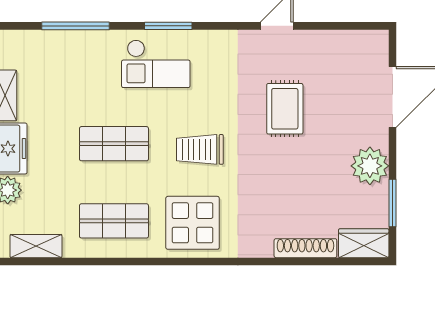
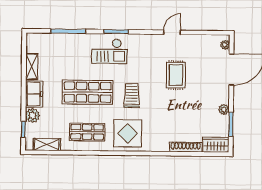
plant: (380, 49) -> (225, 45), added
shop shelf: (114, 144) -> (88, 92), width x1.43, depth x1.36
trolley: (200, 149) -> (132, 96), turned 90
plant: (370, 166) -> (224, 110), width x0.53, depth x0.53

